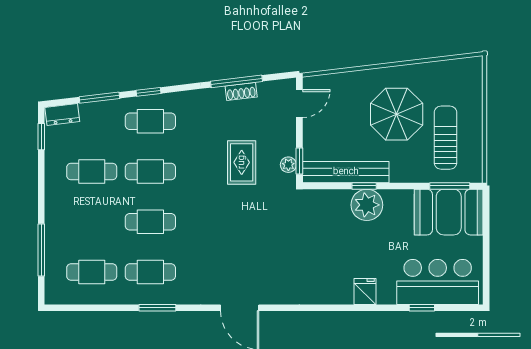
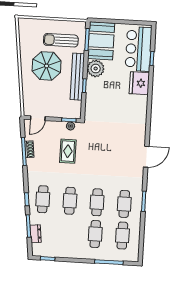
door: (299, 104) -> (38, 118), swing flipped
dresser: (62, 115) -> (36, 234), moved
rug: (242, 162) -> (68, 151), turned 90
cafe table: (92, 171) -> (95, 234), moved
bench: (346, 172) -> (77, 77), moved
plant: (367, 205) -> (96, 69), moved
fridge: (365, 291) -> (139, 83), width x1.88, depth x1.34

